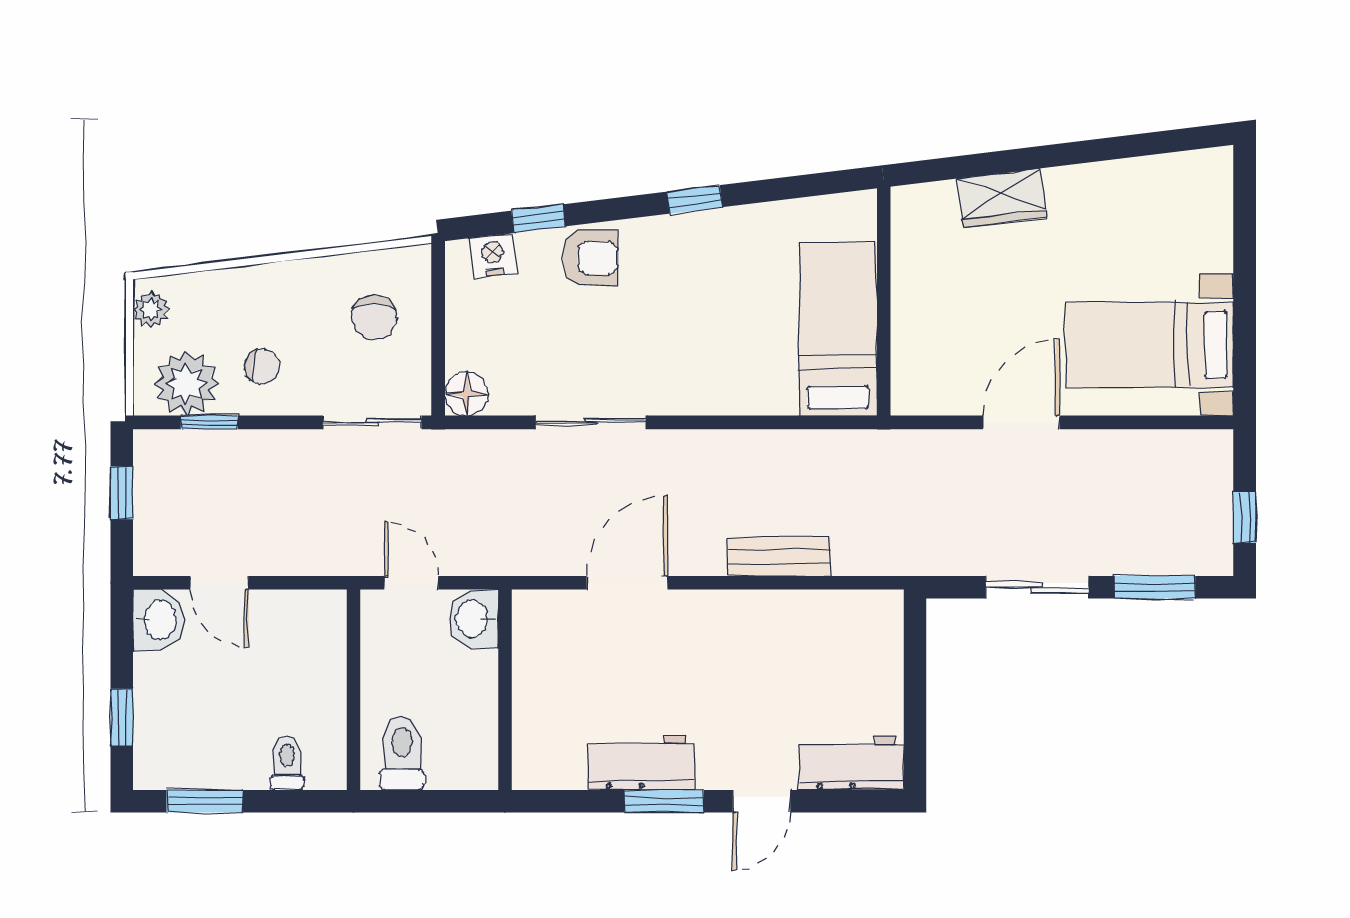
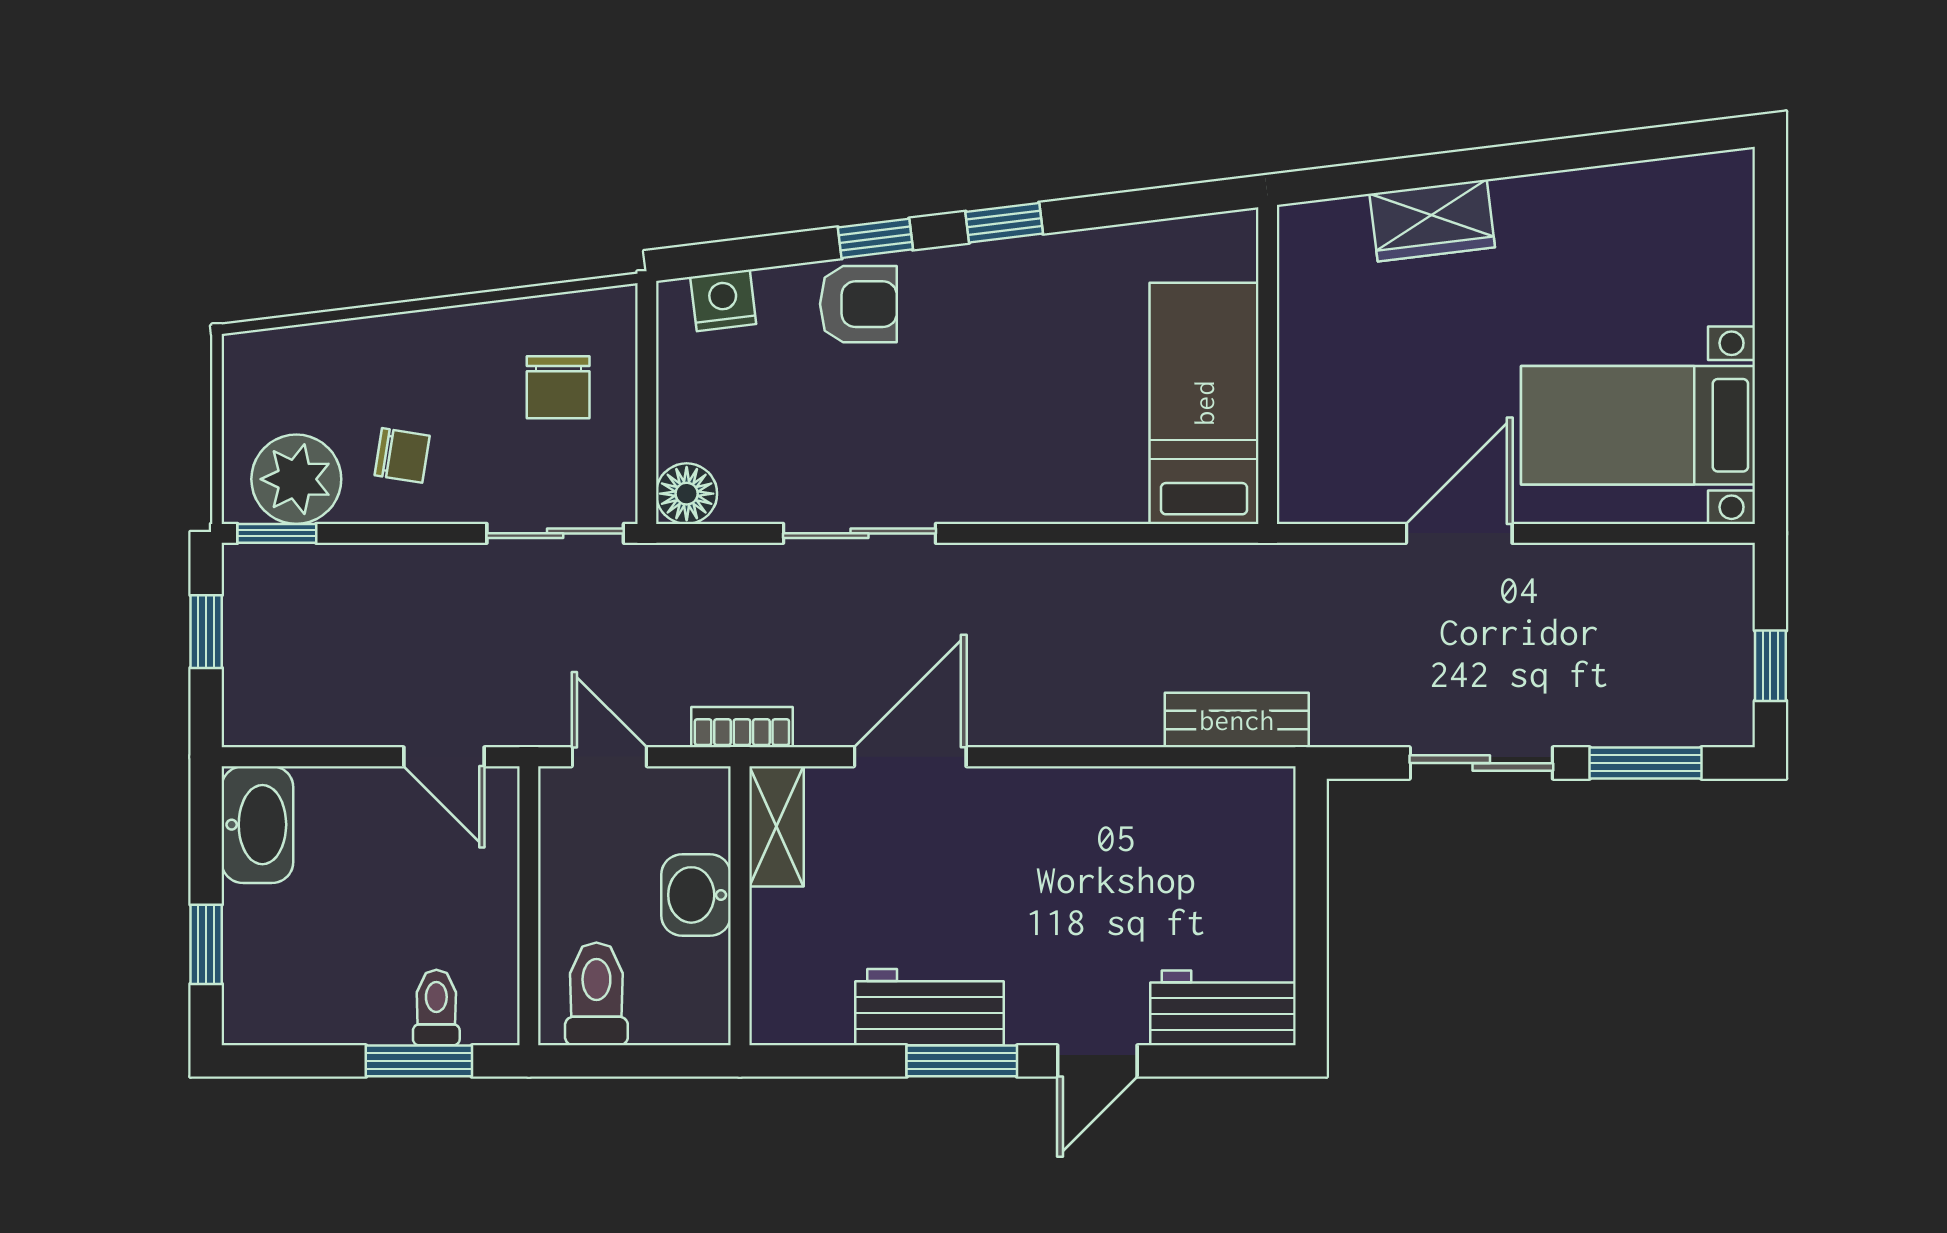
window: (538, 219) -> (875, 238), moved
plant: (151, 309) -> (247, 376), removed
window: (209, 422) -> (277, 533), moved
bench: (779, 556) -> (1237, 720), moved
bookcase: (506, 562) -> (742, 727), added
door: (219, 583) -> (444, 757), moved
washbasin: (473, 619) -> (696, 895), moved
washbasin: (159, 620) -> (257, 825), width x1.38
shelving: (531, 633) -> (776, 826), added
window: (205, 801) -> (419, 1061), moved

